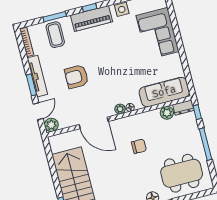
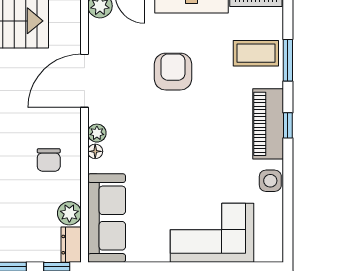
chair: (139, 146) -> (49, 160), moved

